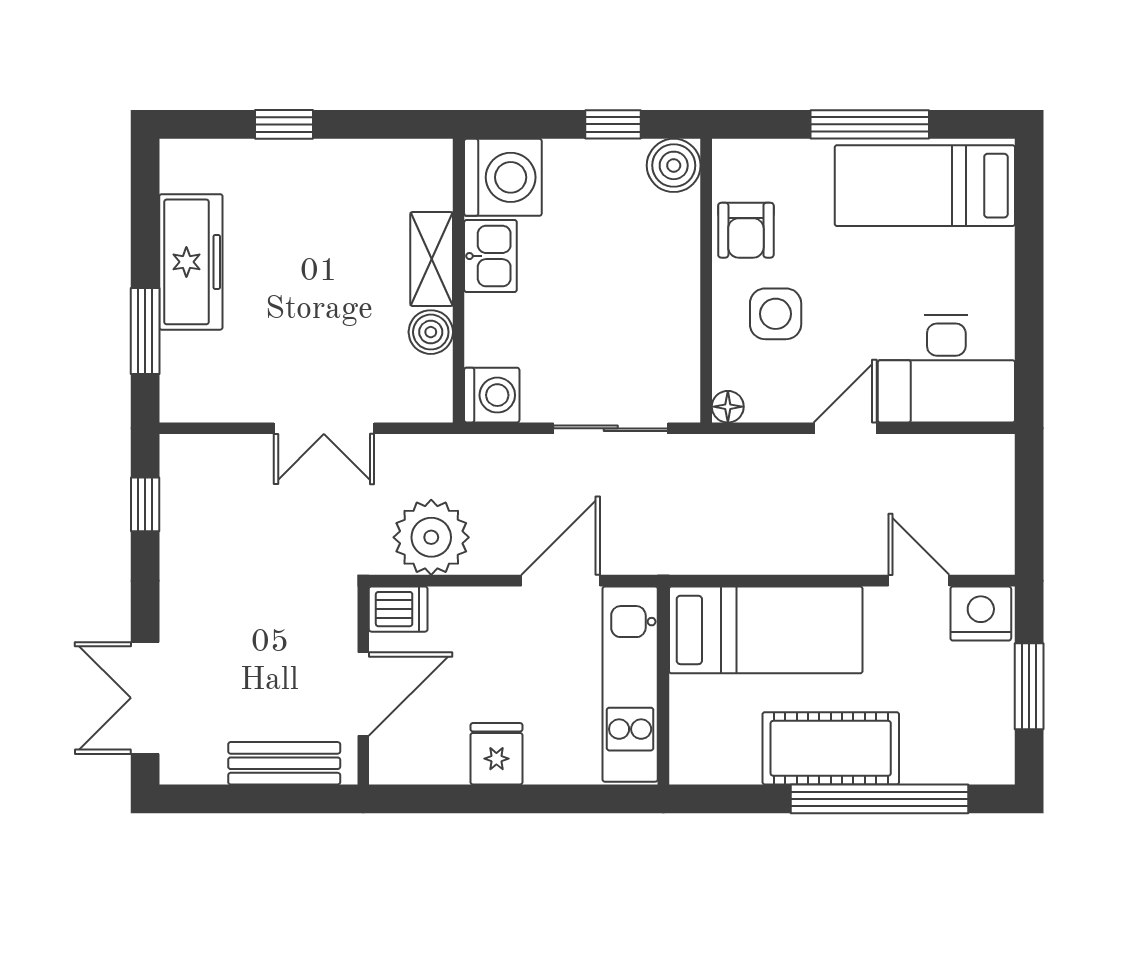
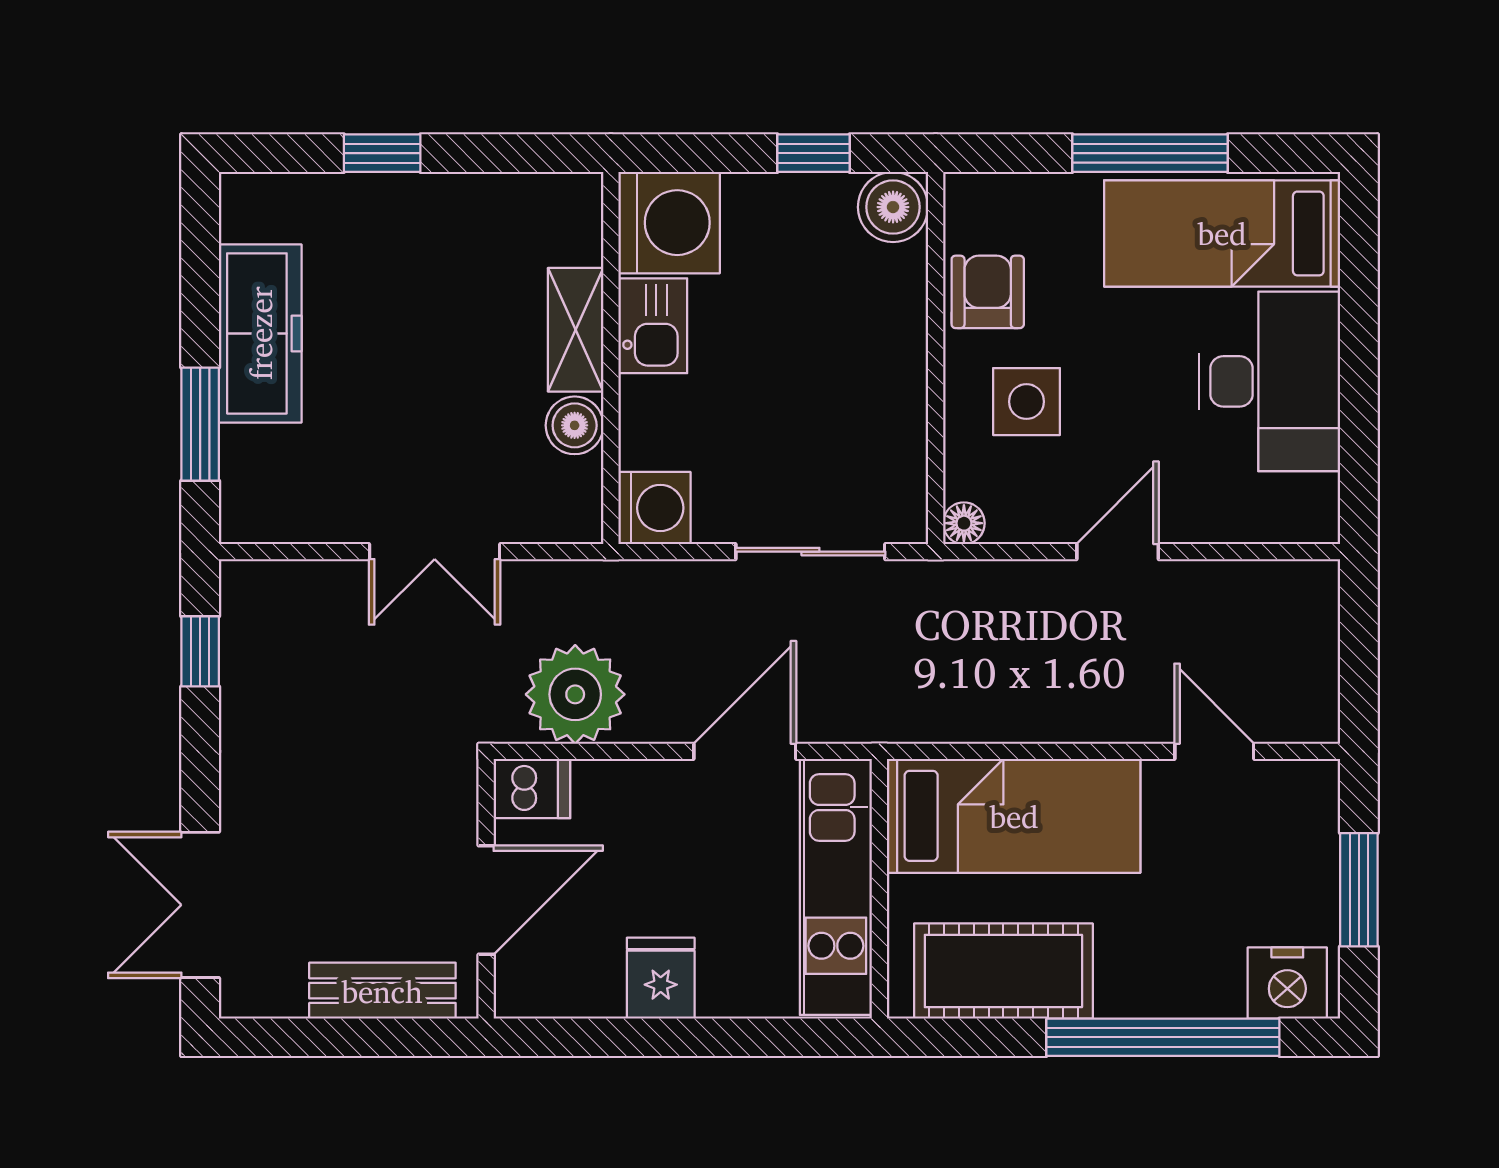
armchair: (746, 230) -> (988, 292), turned 180
desk: (946, 369) -> (1270, 381), moved, turned -90
nightstand: (981, 614) -> (1287, 983), moved, turned 180
cot: (831, 748) -> (1003, 971), moved

